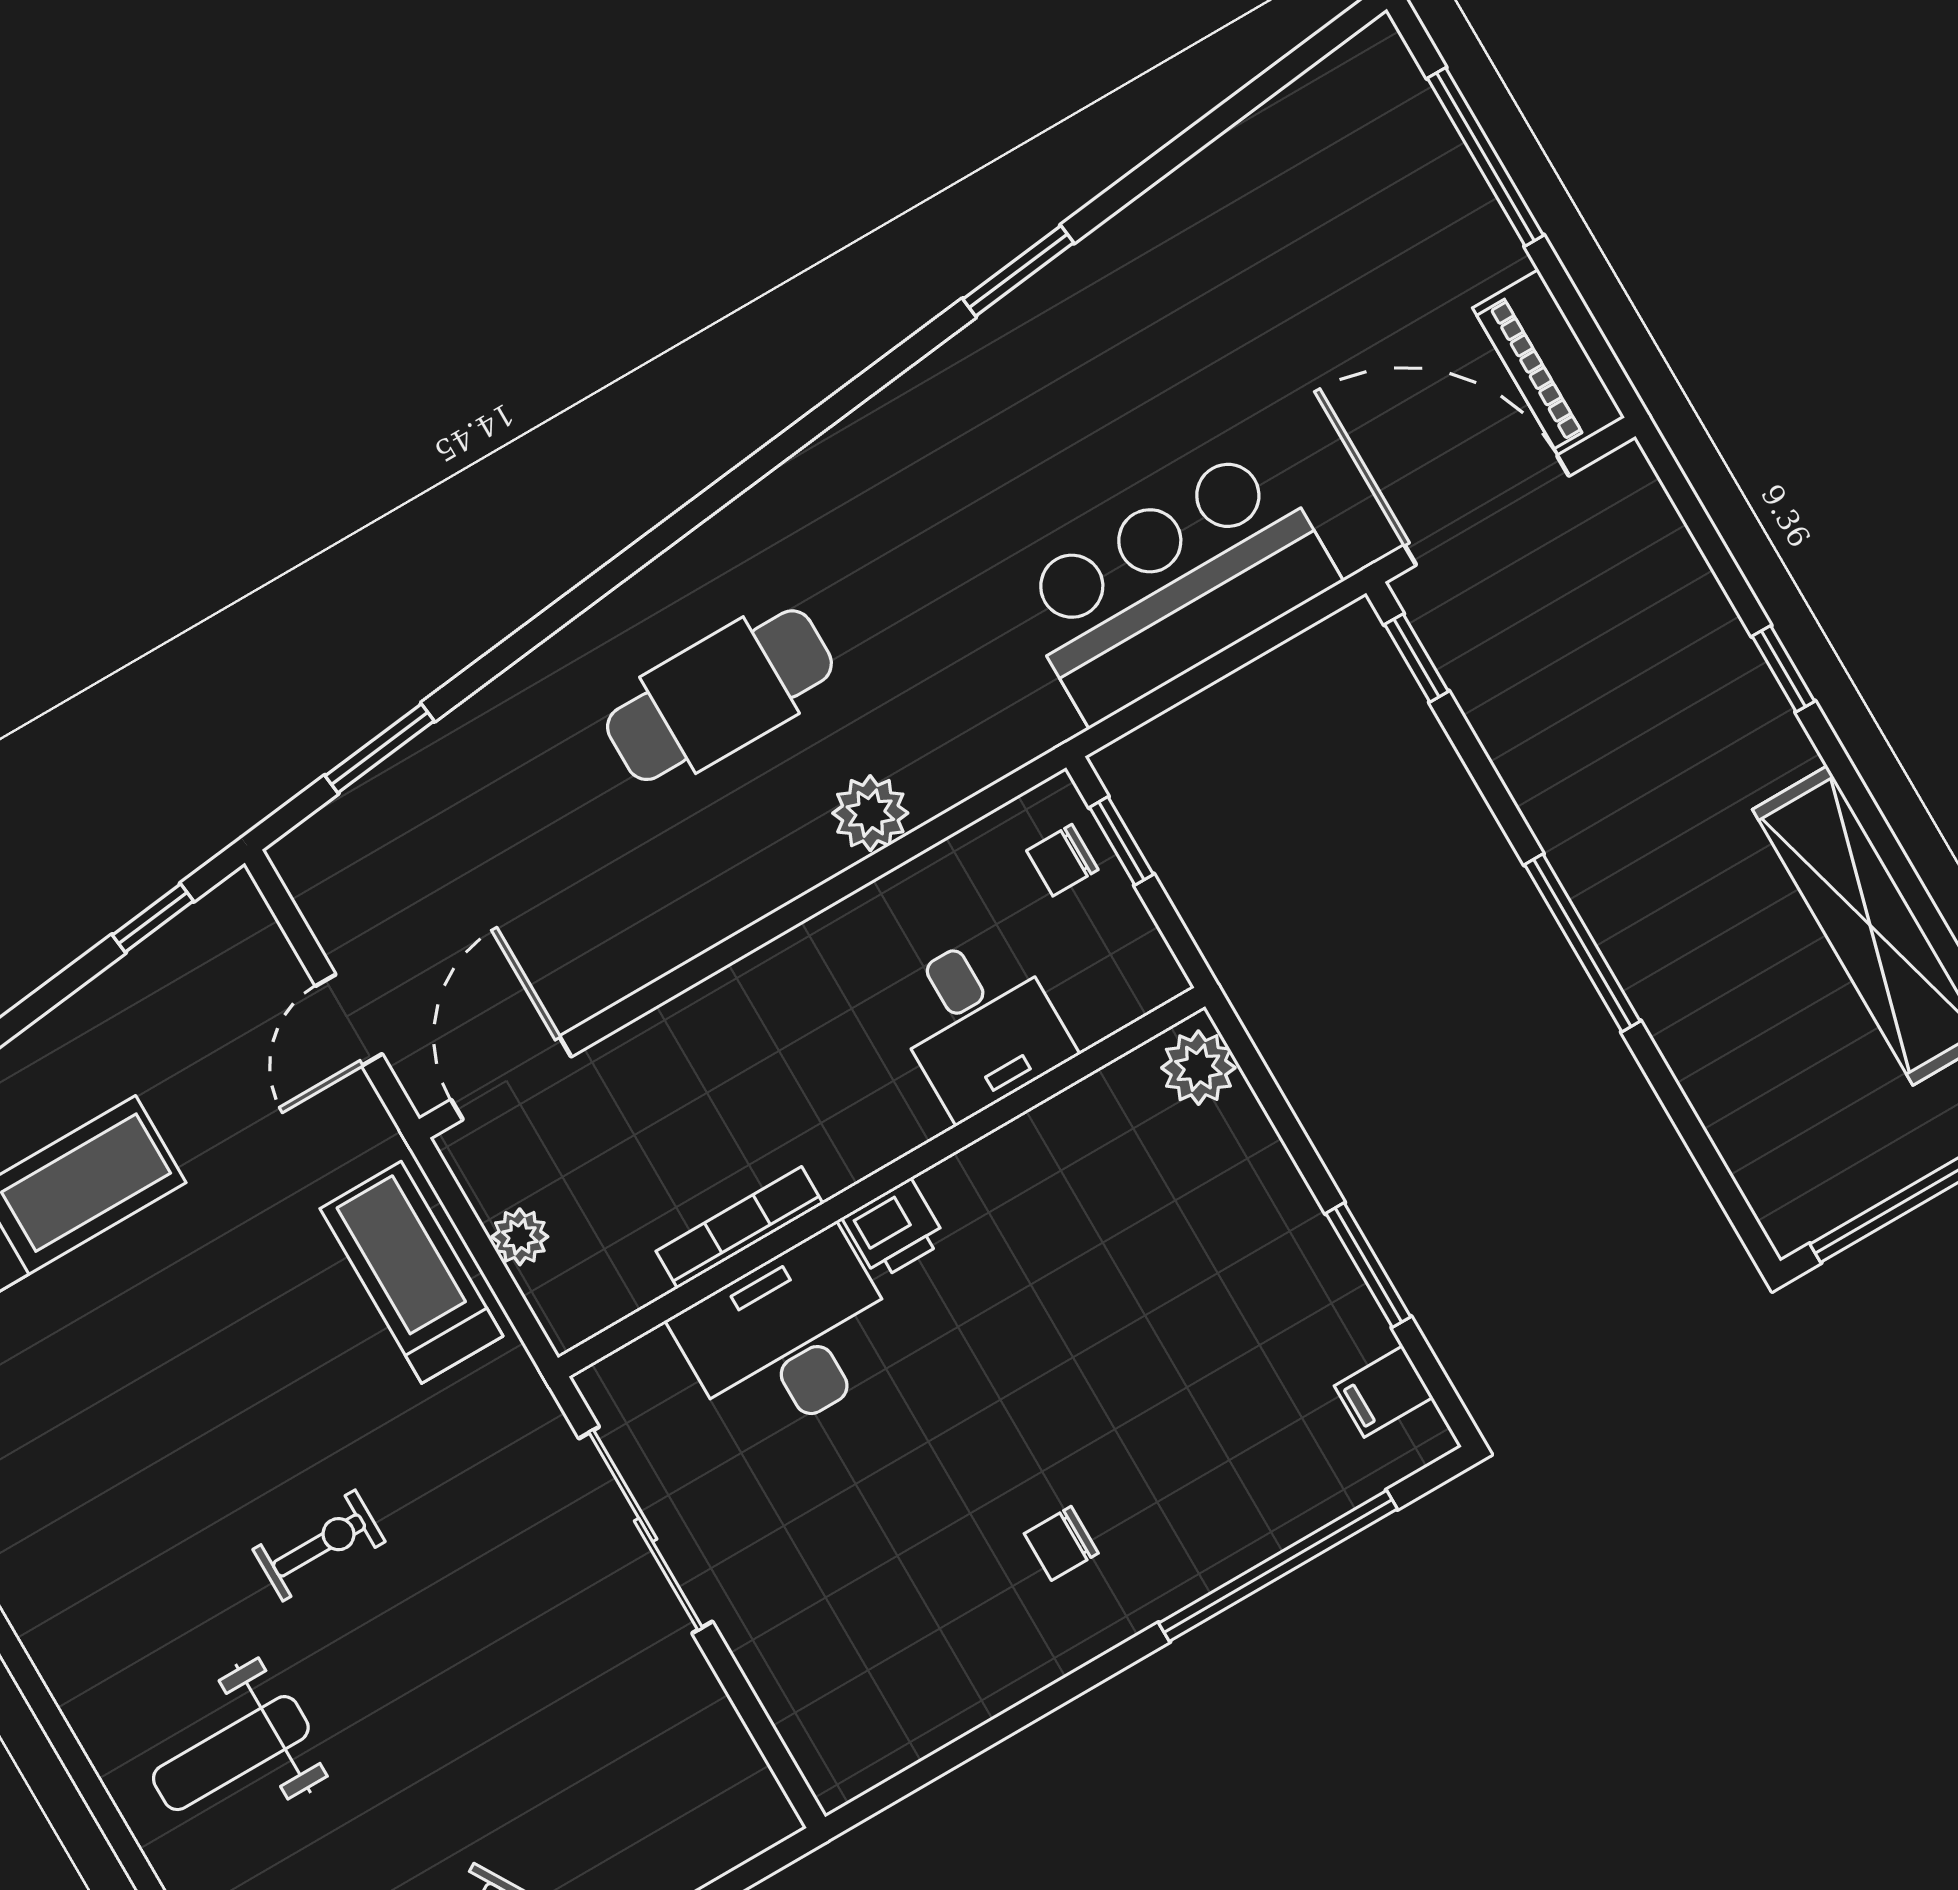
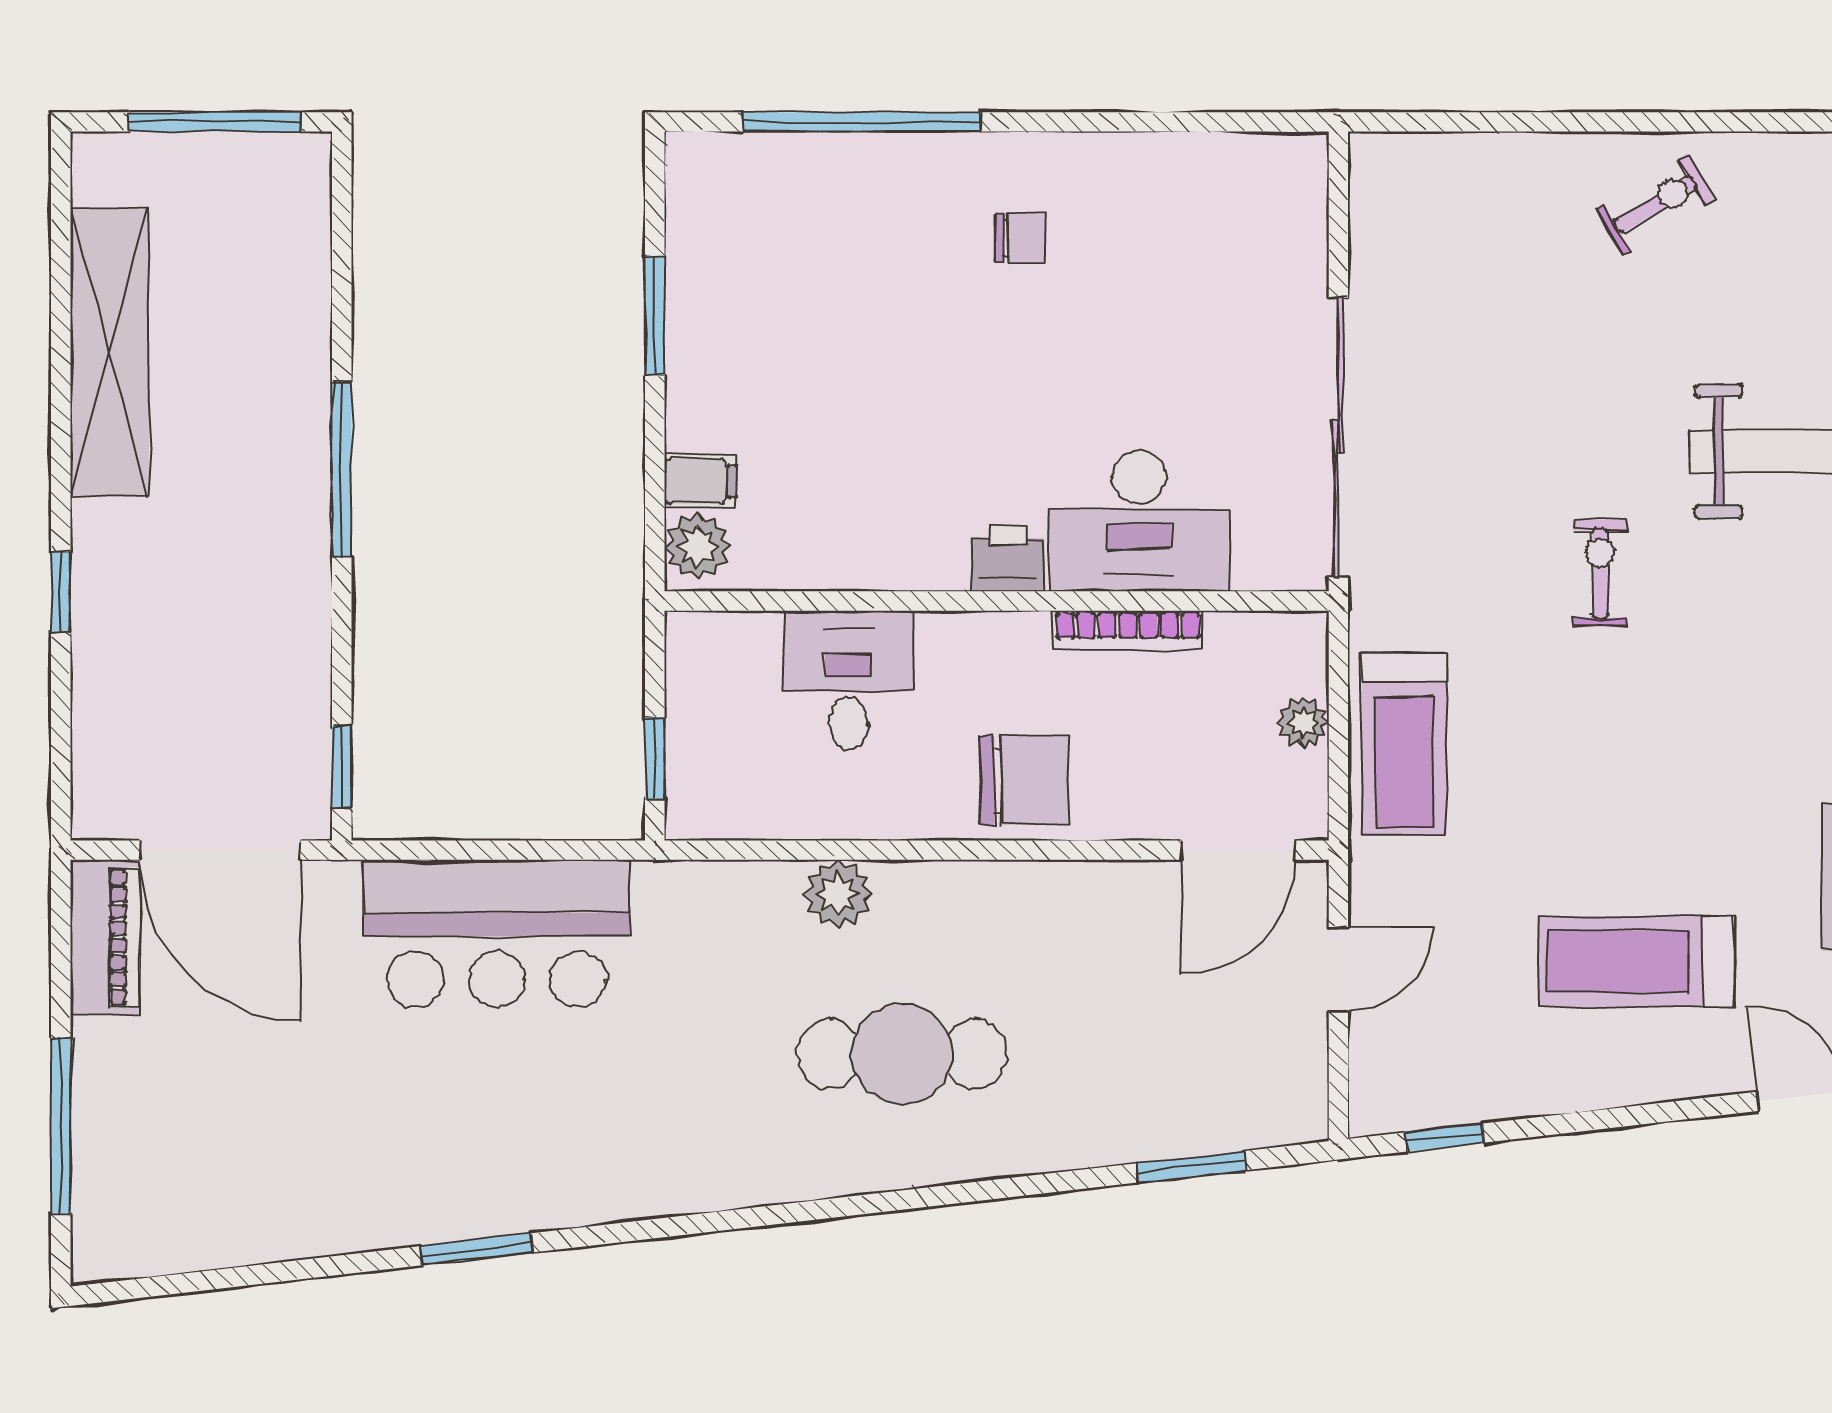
chair: (1062, 860) -> (1024, 780), moved, width x1.87, depth x1.87
filing cabinet: (1384, 1392) -> (700, 481), moved
sliding door: (646, 1530) -> (1338, 437), width x1.36
exercise bike: (319, 1545) -> (1600, 573), turned 90

